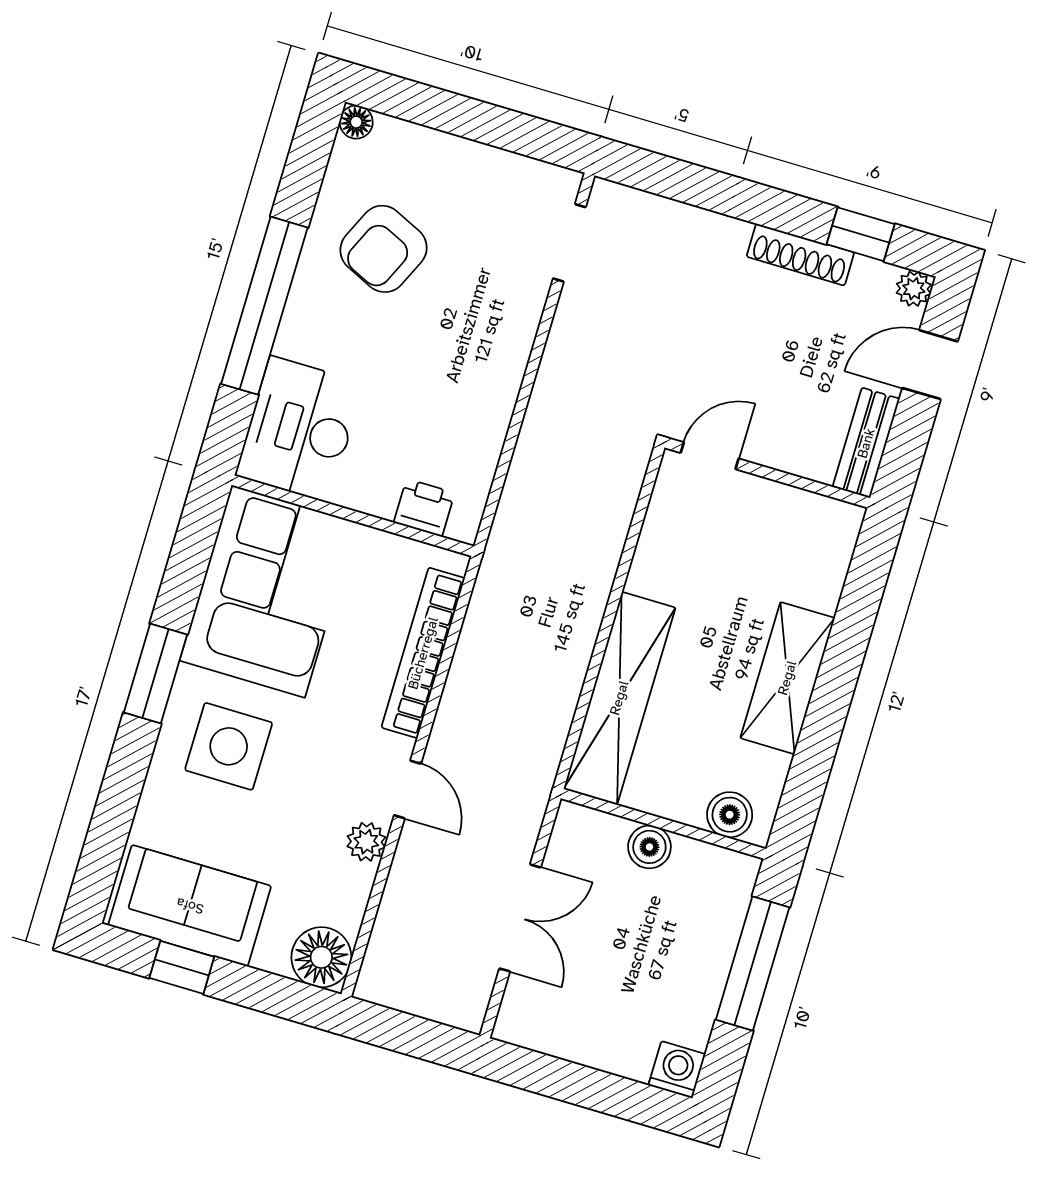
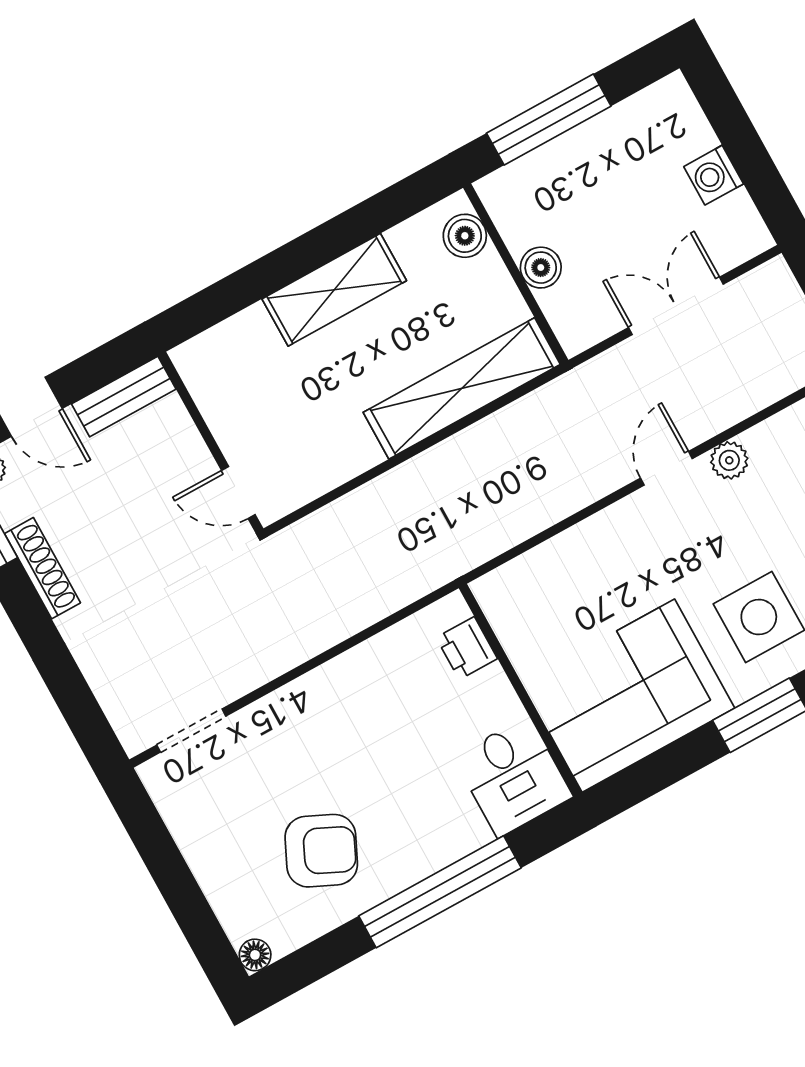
desk: (300, 429) -> (513, 777), width x0.73
bookcase: (423, 653) -> (564, 550), removed
washing machine: (677, 1070) -> (714, 175), moved

